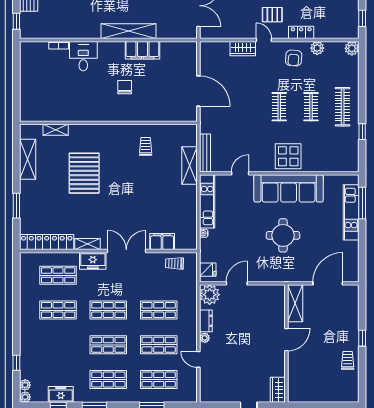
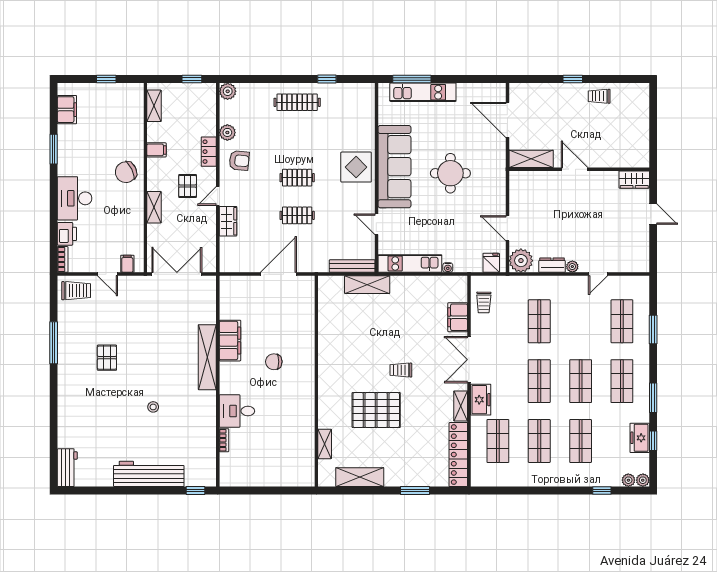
clothes rail: (311, 107) -> (297, 215), moved
trolley: (146, 146) -> (401, 370), moved
shop shelf: (159, 345) -> (581, 441), moved

